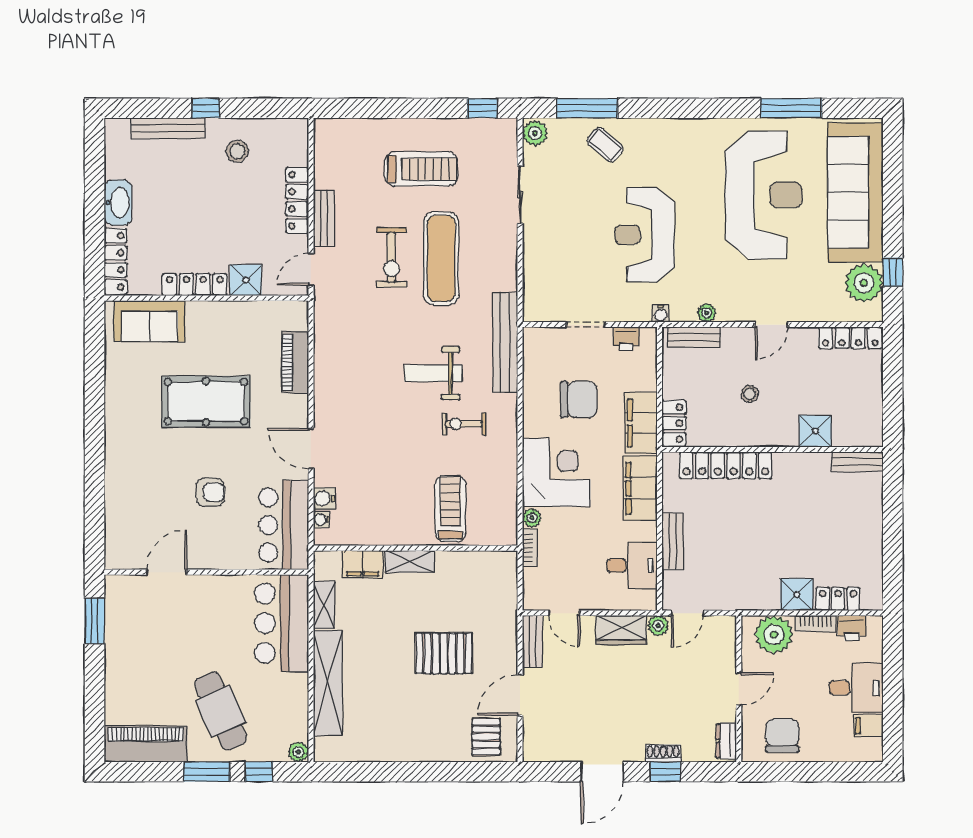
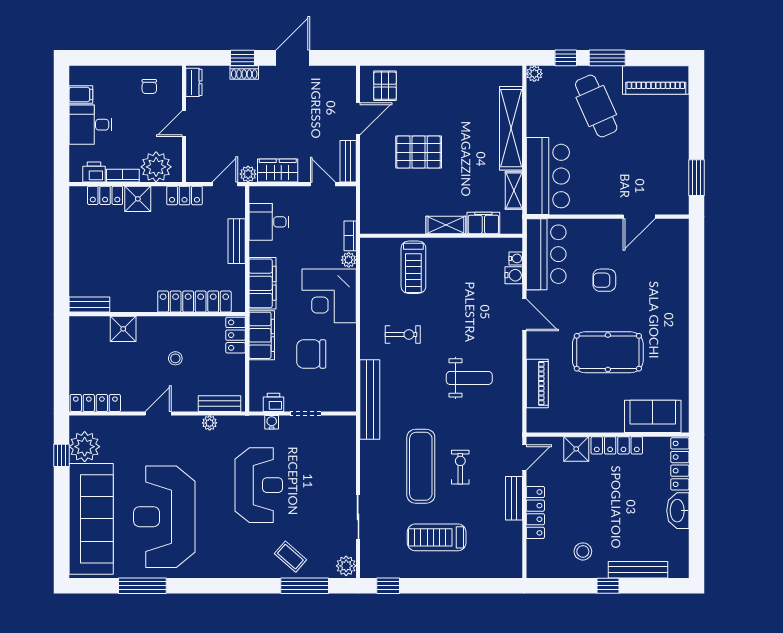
exercise bike: (391, 257) -> (460, 467), width x0.73, depth x0.72
water cooler: (661, 314) -> (272, 422), moved
weight bench: (433, 373) -> (469, 378), moved
locker: (738, 599) -> (184, 195), added
chair: (782, 736) -> (149, 87), width x0.54, depth x0.54

